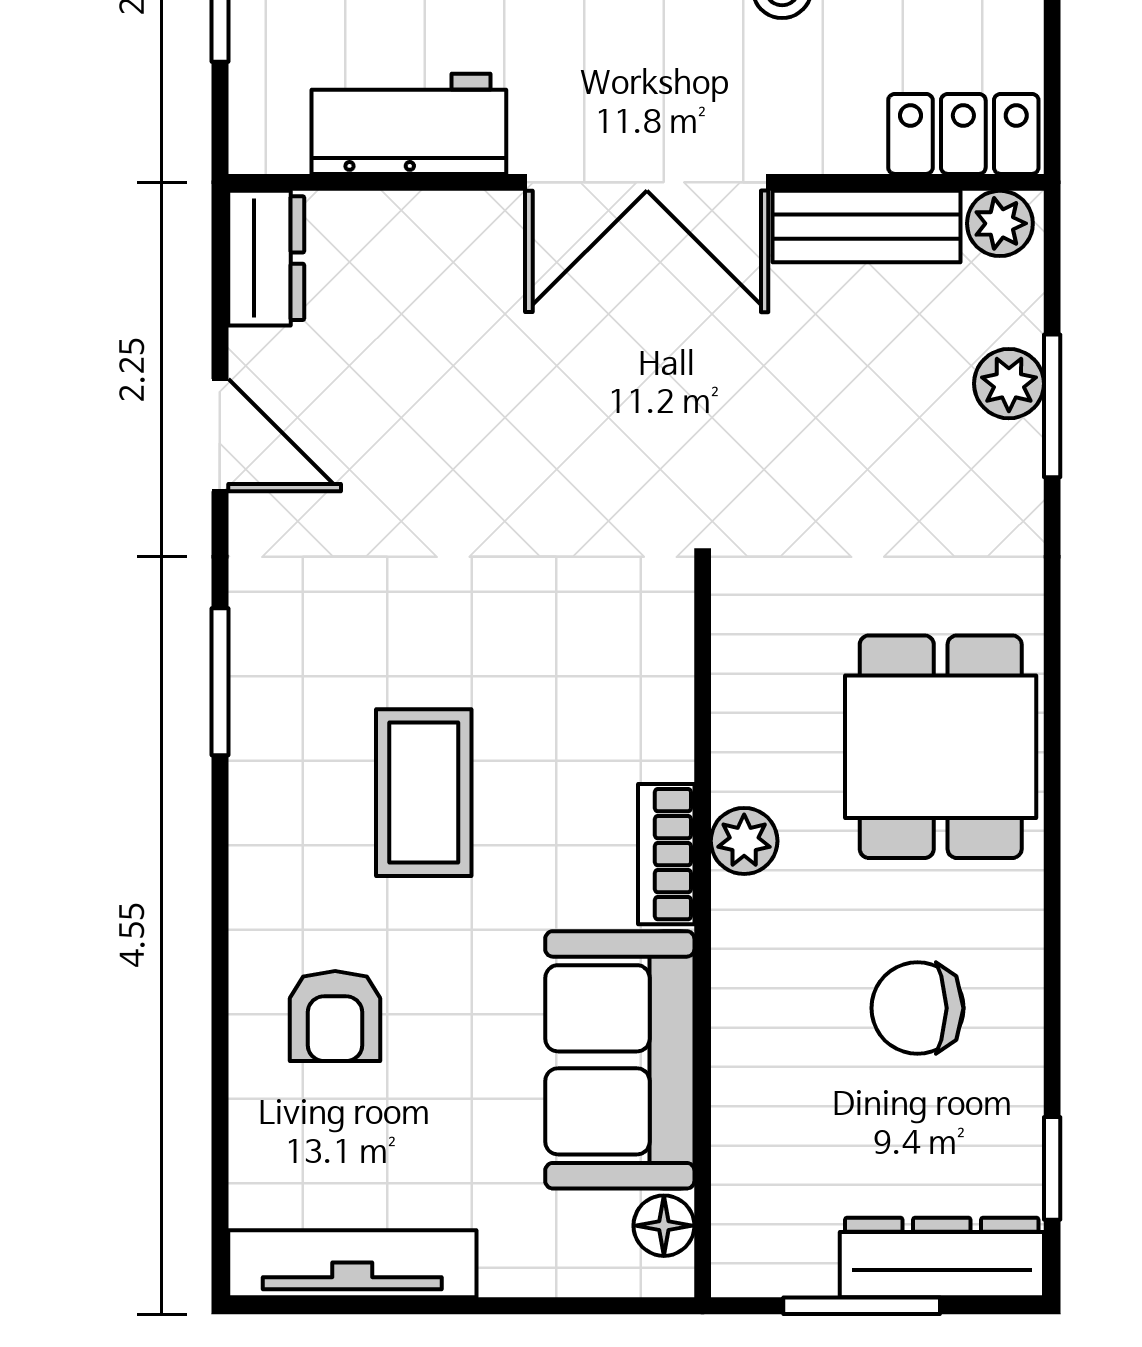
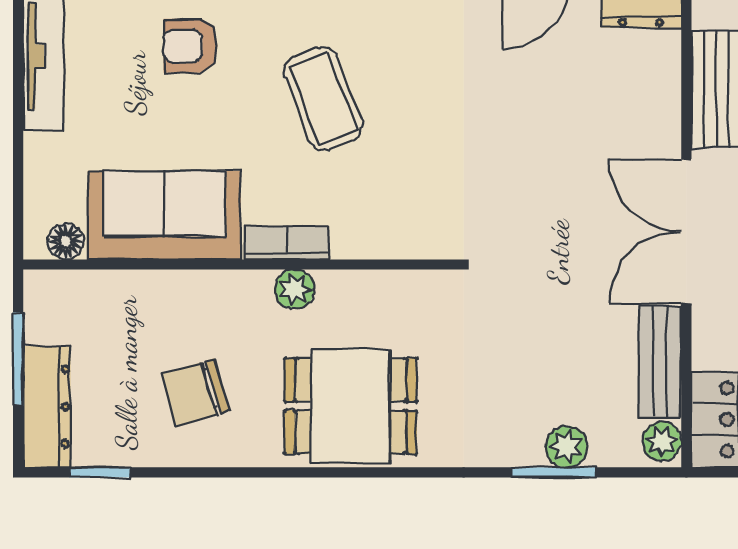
coffee table: (424, 793) -> (323, 99), turned 69
chair: (917, 1008) -> (195, 392), turned -106

